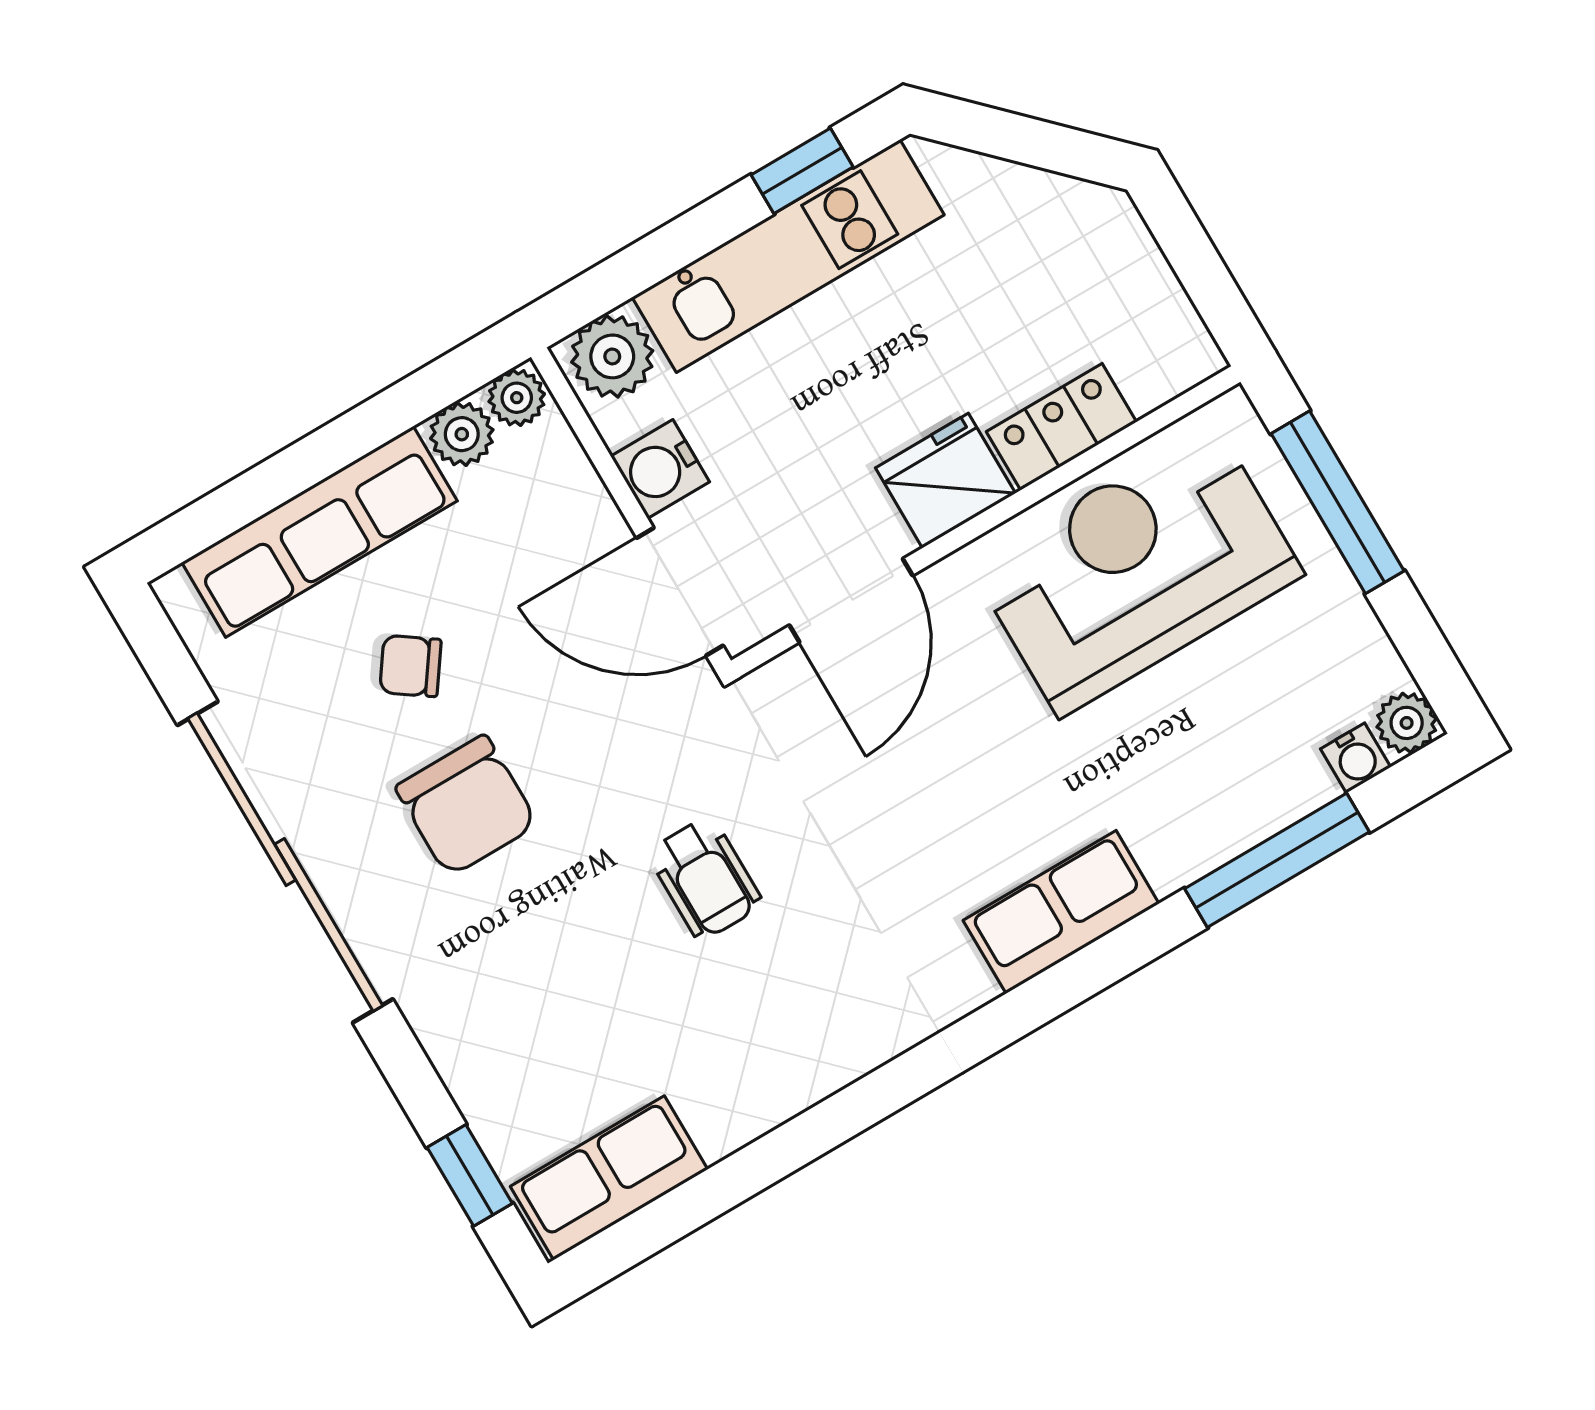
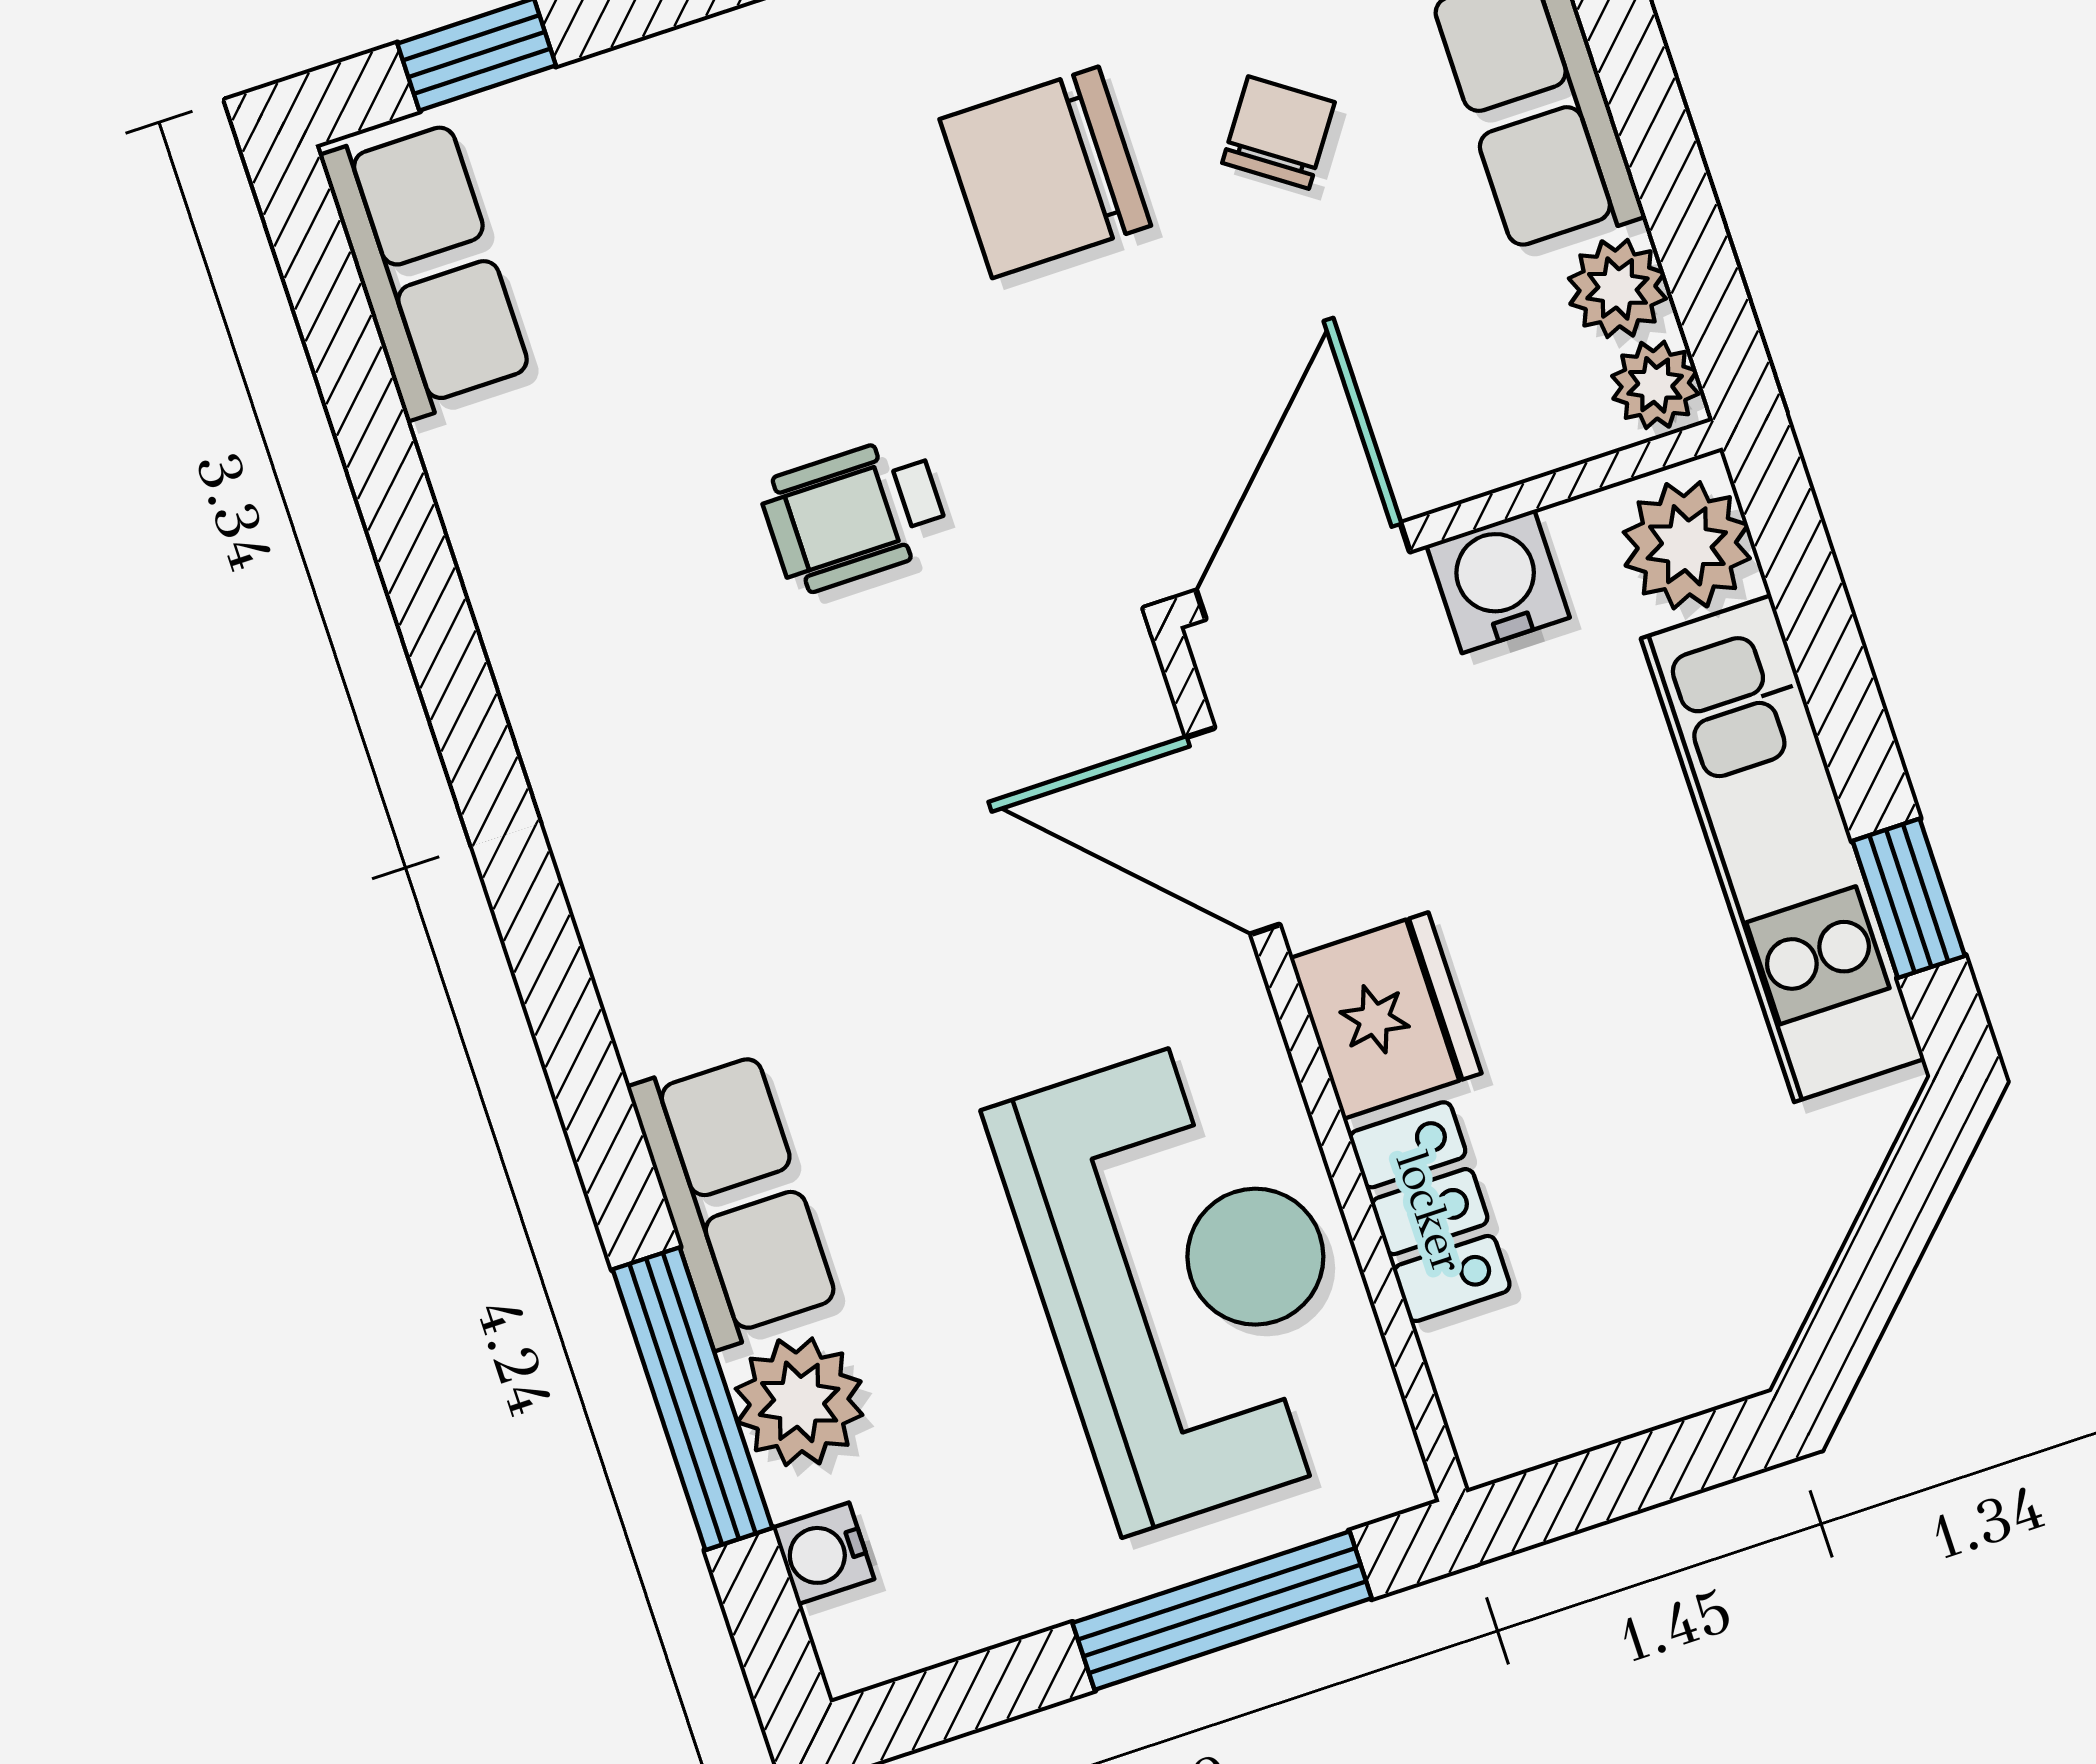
plant: (1407, 723) -> (799, 1402), moved, width x1.38, depth x1.38
row of seats: (1061, 912) -> (734, 1198), moved

